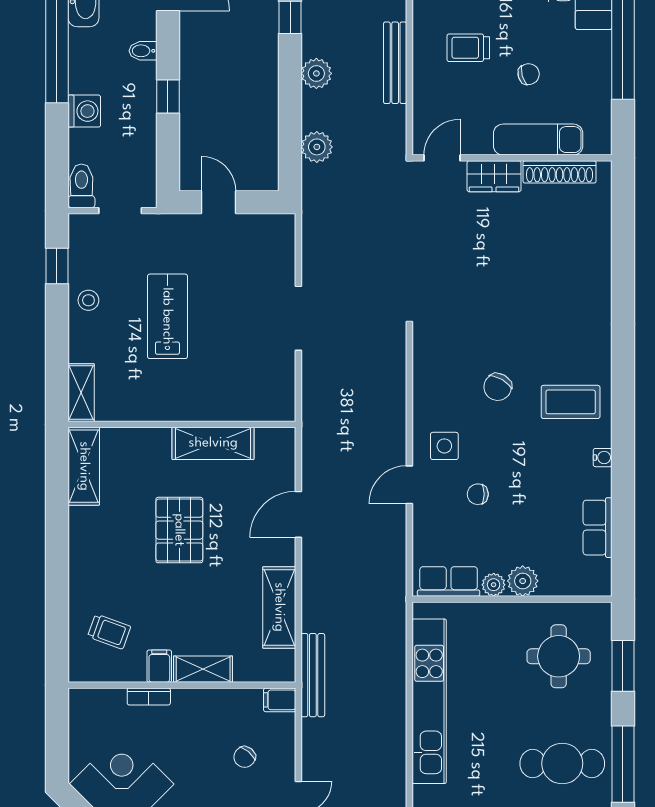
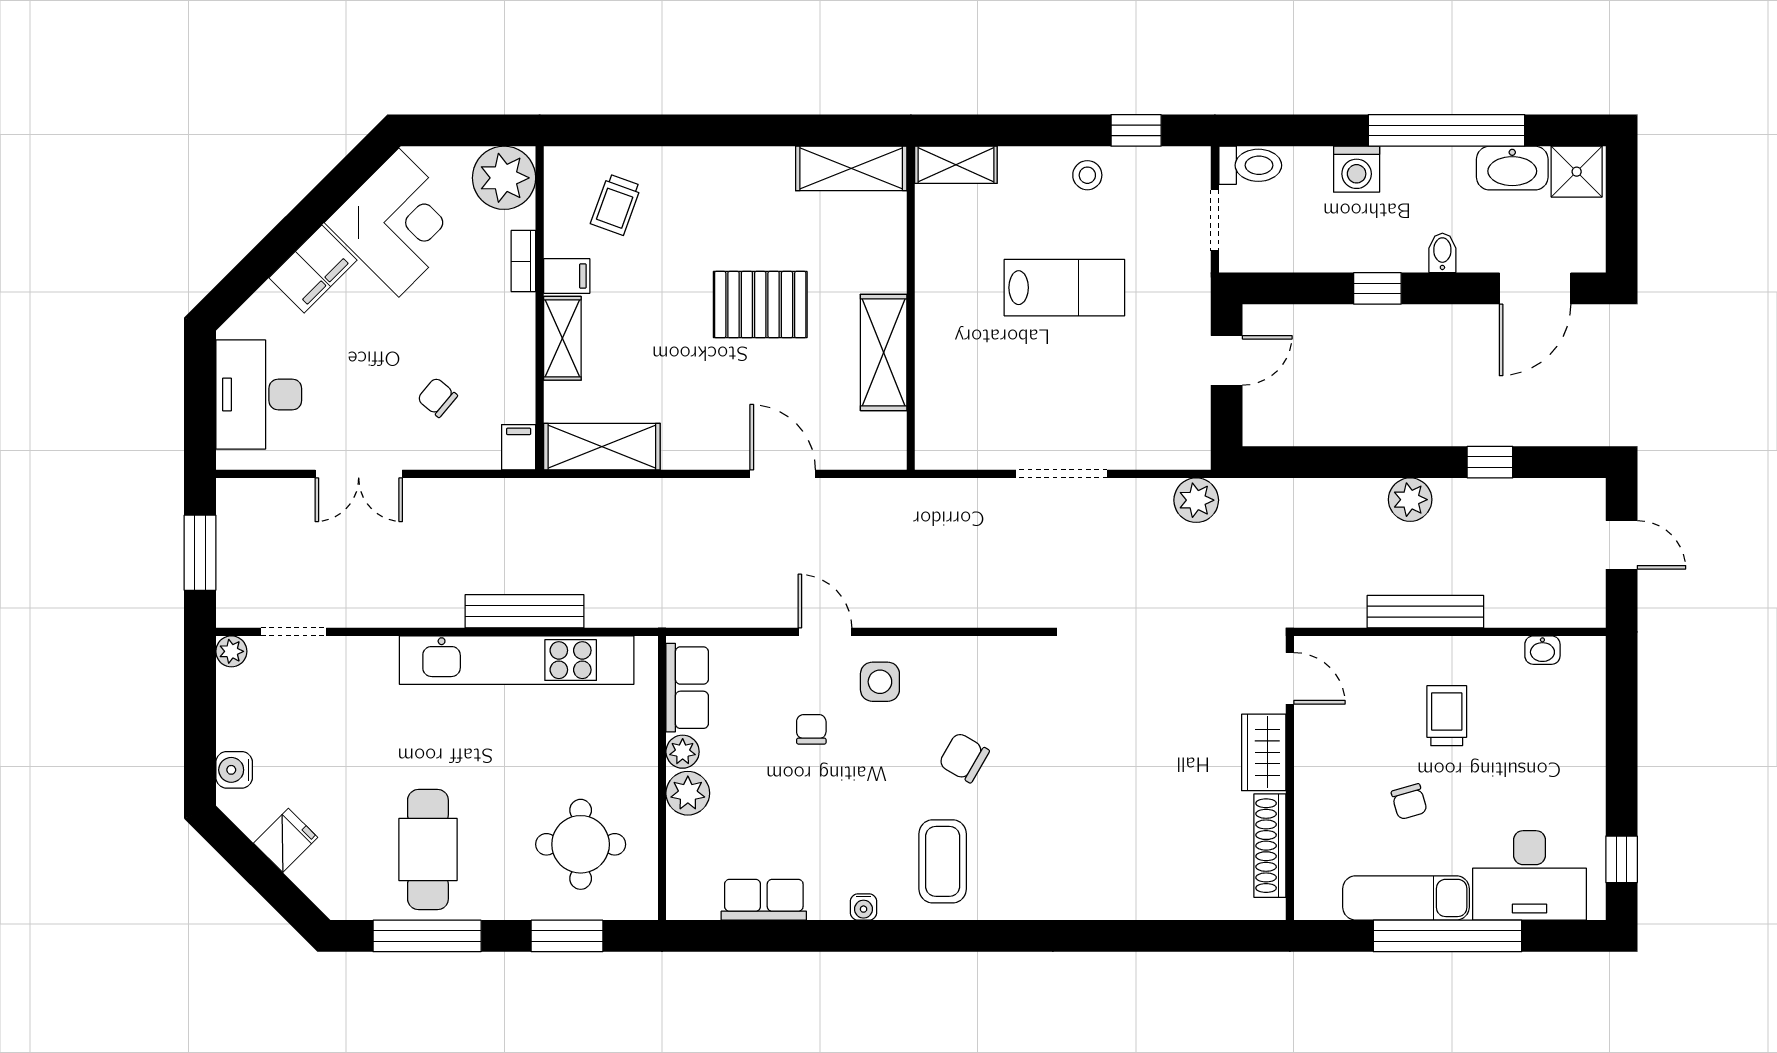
exam couch: (538, 140) -> (1406, 898), moved, turned -90
plant: (317, 147) -> (1196, 500), moved
shelving: (279, 607) -> (602, 447), moved
bench: (313, 675) -> (524, 611), moved
plant: (90, 710) -> (504, 178), added

